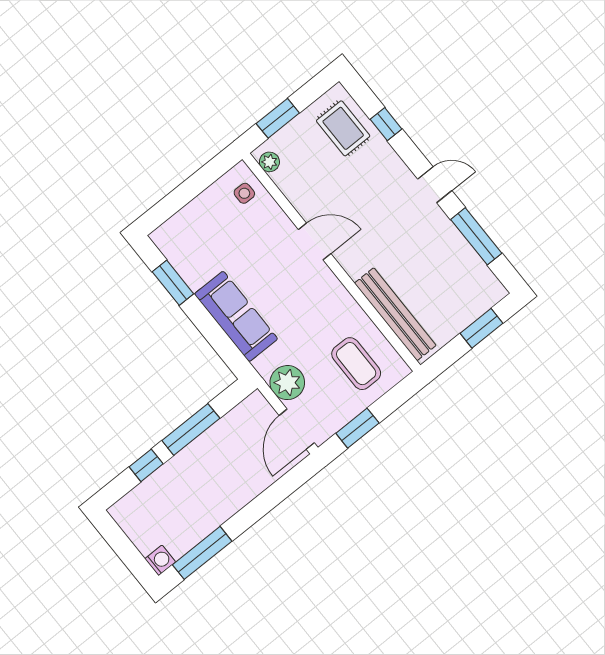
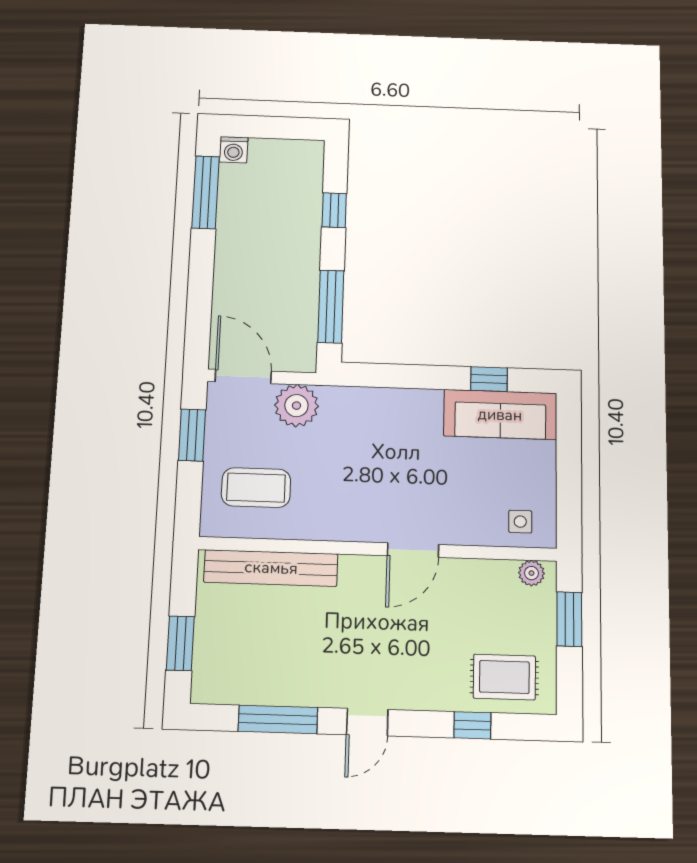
window: (173, 283) -> (489, 379), width x0.67
sofa: (236, 316) -> (500, 415), moved
window: (191, 429) -> (331, 307), moved

